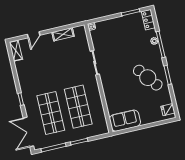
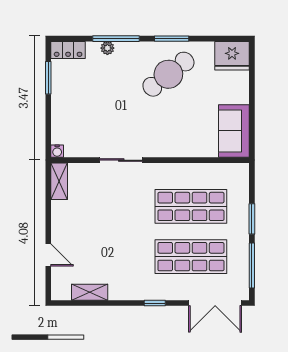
shelving: (63, 34) -> (59, 181), moved
shelving: (16, 51) -> (90, 292), moved
fridge: (168, 110) -> (232, 56), width x1.88, depth x1.34

